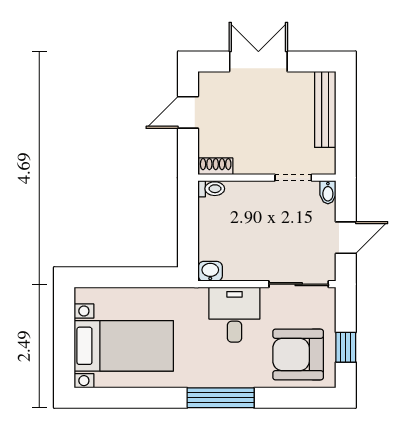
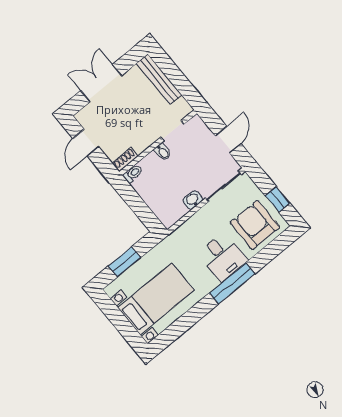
bidet: (328, 192) -> (163, 152), moved
washbasin: (210, 271) -> (193, 200), moved
window: (123, 277) -> (125, 262), added
desk: (234, 315) -> (223, 257), moved, turned 180
armchair: (298, 354) -> (255, 225), turned 90

